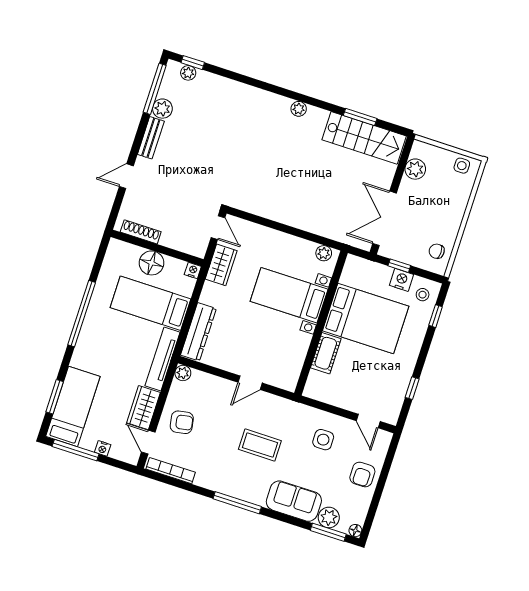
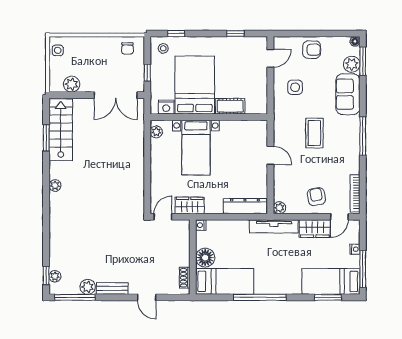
shoe rack: (141, 232) -> (185, 278), width x0.70
nightstand: (401, 280) -> (166, 107), moved, turned -90
bed: (150, 303) -> (225, 281), moved, turned -90

